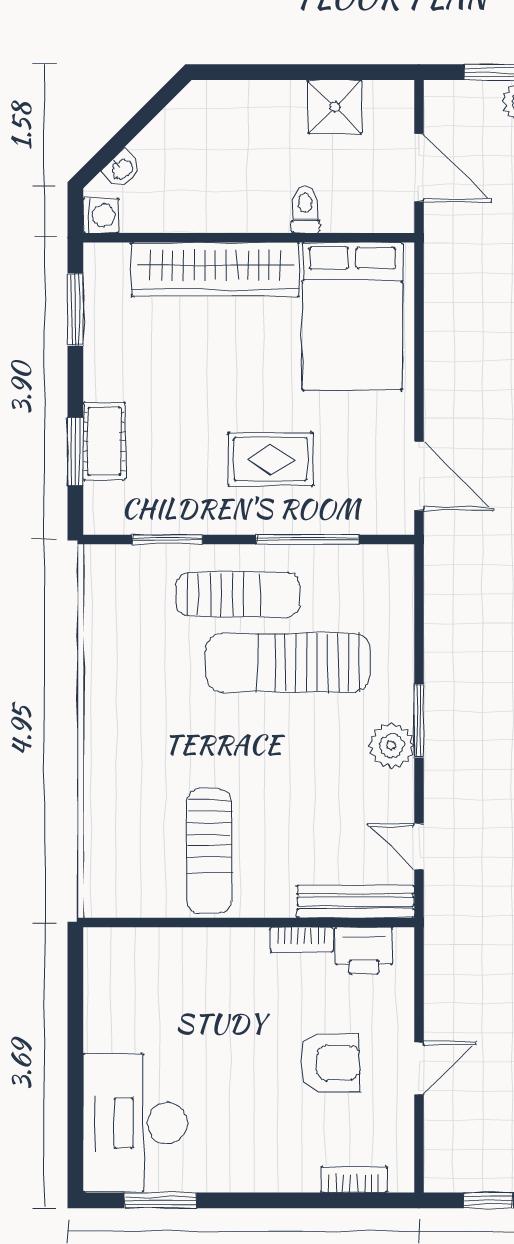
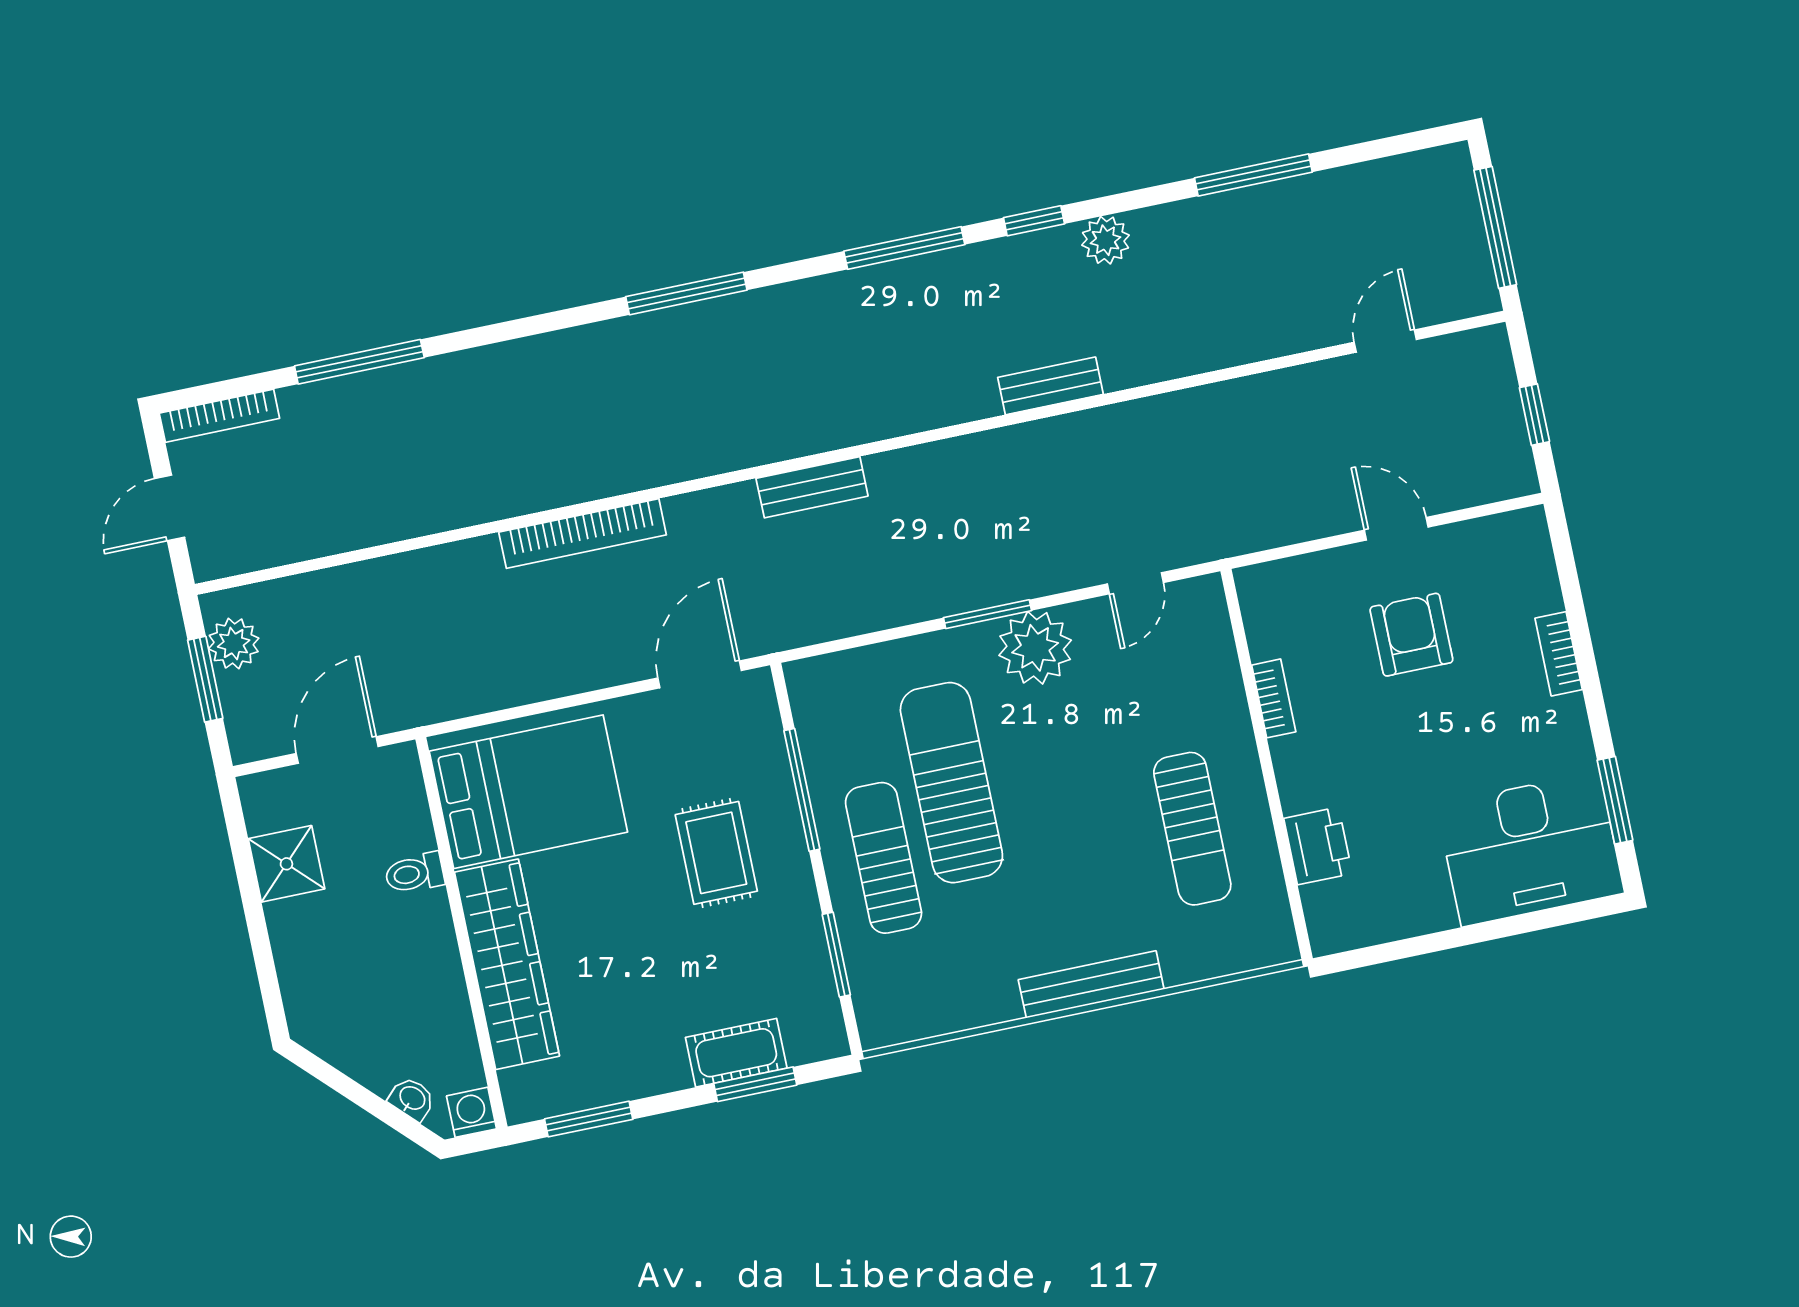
sun lounger: (288, 663) -> (951, 783), turned 180
plant: (392, 746) -> (1035, 648), width x1.36, depth x1.36
sun lounger: (209, 851) -> (1192, 829), turned 90
bench: (356, 902) -> (1091, 984), moved, turned 90
printer: (364, 951) -> (1318, 846), moved
bookcase: (354, 1179) -> (1559, 654), moved

